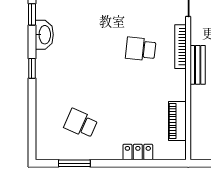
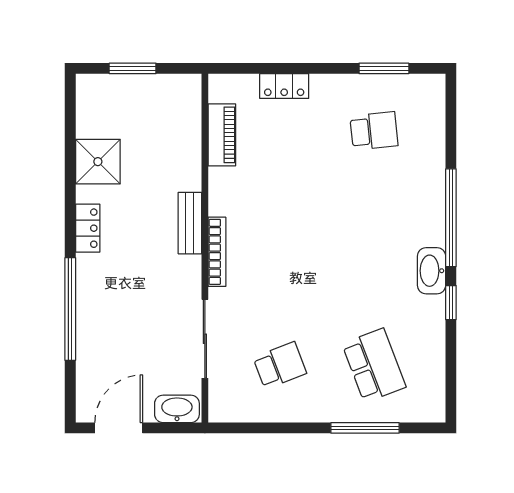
school desk: (141, 49) -> (280, 248), removed
window: (32, 68) -> (451, 218), width x3.17
school desk: (81, 124) -> (374, 131), turned -30

